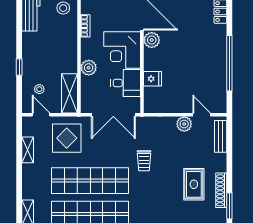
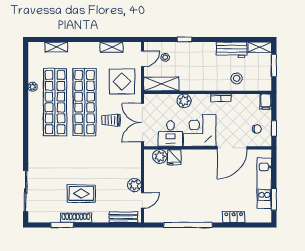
plant: (152, 40) -> (160, 156), moved
trolley: (144, 161) -> (111, 120), moved

